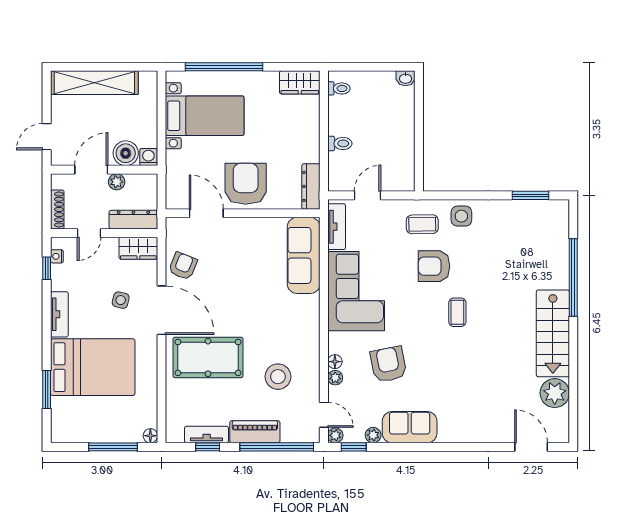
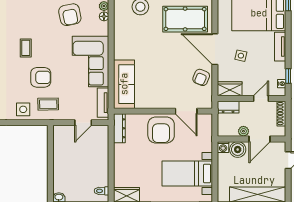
toilet: (340, 143) -> (101, 156), removed
dresser: (133, 220) -> (228, 107), width x0.70

